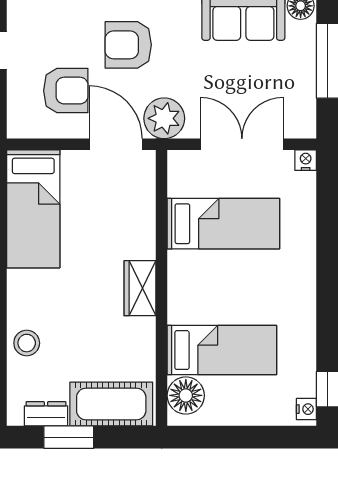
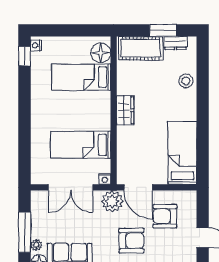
plant: (306, 37) -> (36, 245), added
nightstand: (306, 160) -> (105, 179), moved

